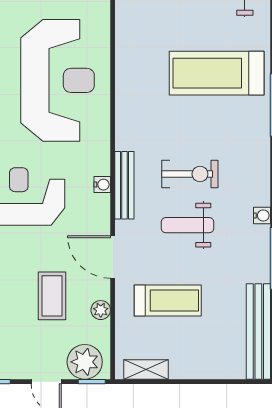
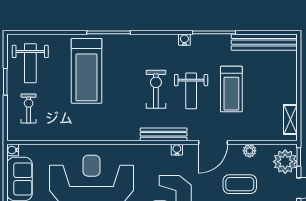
water cooler: (102, 185) -> (177, 150), moved
treadmill: (168, 301) -> (231, 89), moved, turned 180

